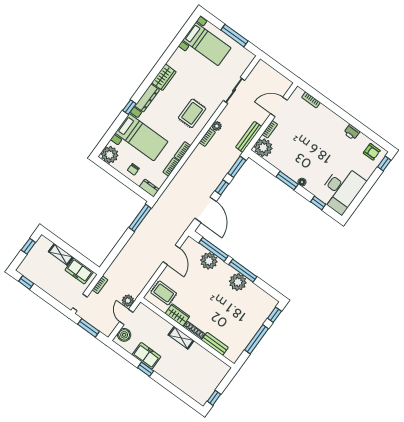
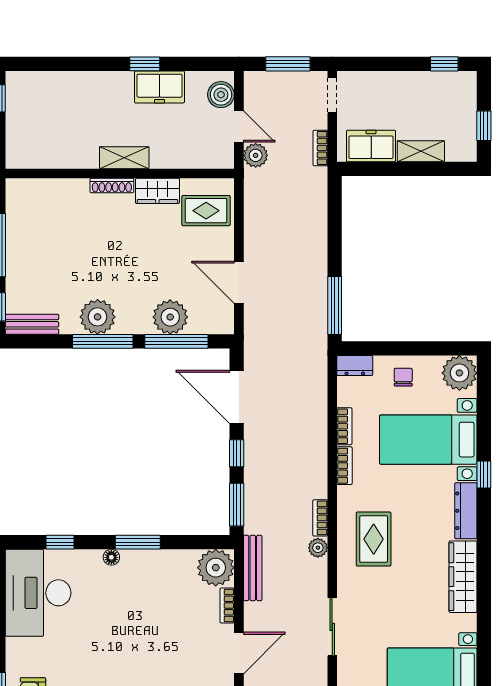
wardrobe: (164, 77) -> (463, 577), width x1.50
bench: (215, 344) -> (32, 324), moved

